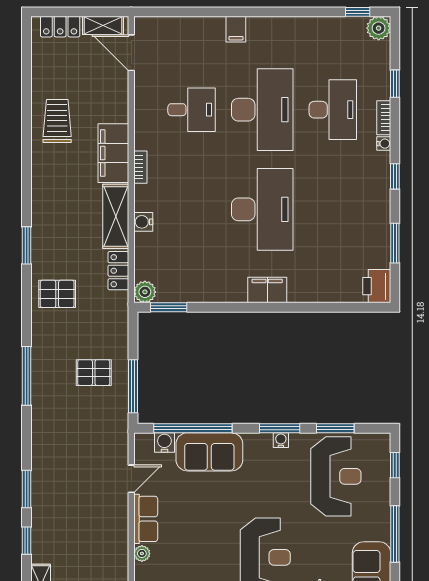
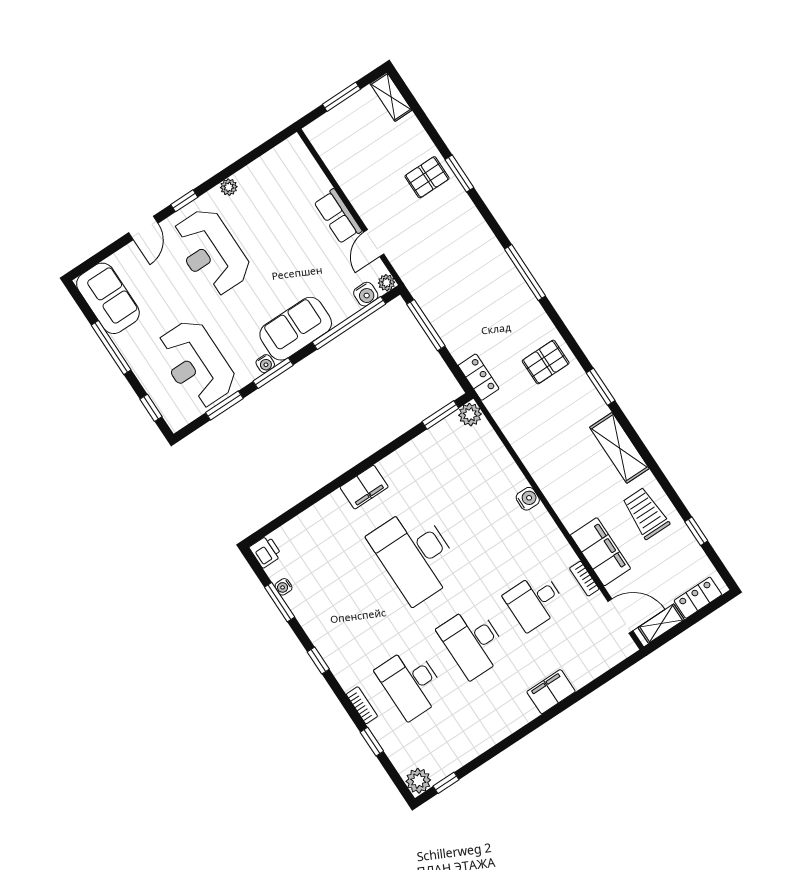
filing cabinet: (236, 29) -> (551, 692), width x2.00
desk: (262, 110) -> (473, 642), width x0.73, depth x0.77
trolley: (57, 121) -> (646, 513), turned 180
water cooler: (384, 144) -> (283, 587), moved
filing cabinet: (113, 153) -> (600, 552), moved
bookcase: (140, 167) -> (584, 579), moved
shelving: (116, 216) -> (619, 448), moved
water cooler: (143, 222) -> (528, 499), moved
locker: (118, 271) -> (479, 377), moved
printer: (377, 286) -> (266, 552), width x0.73, depth x0.81
pallet: (94, 373) -> (427, 177), moved
sofa: (209, 452) -> (296, 329), moved
window: (26, 541) -> (696, 531), moved
plant: (142, 553) -> (387, 283), moved

